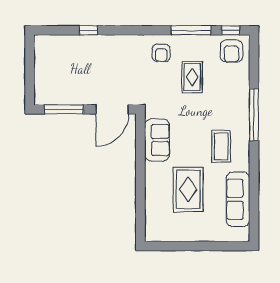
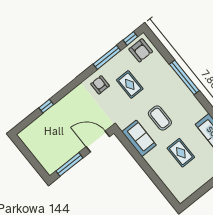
armchair: (161, 53) -> (100, 85), turned 180
door: (112, 109) -> (98, 142), swing flipped
coffee table: (221, 146) -> (160, 118), moved
rug: (188, 189) -> (181, 153), width x0.73, depth x0.70

